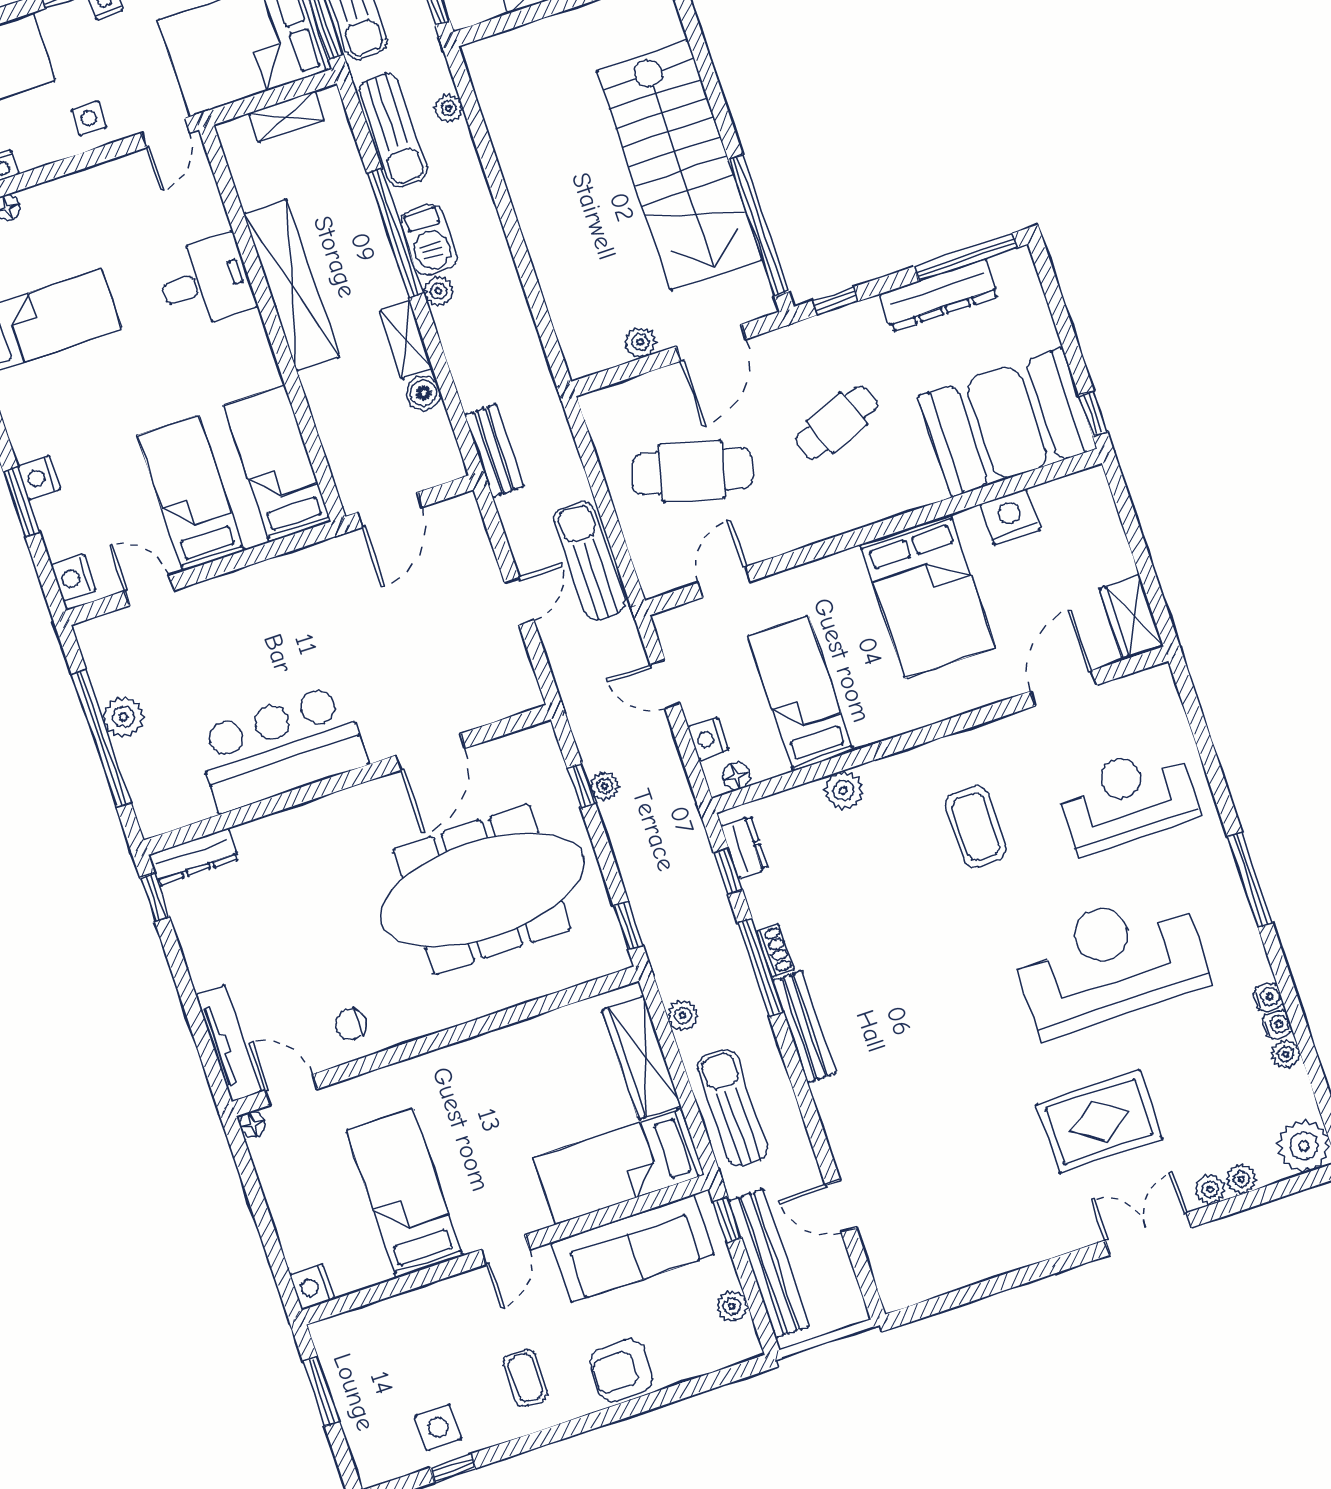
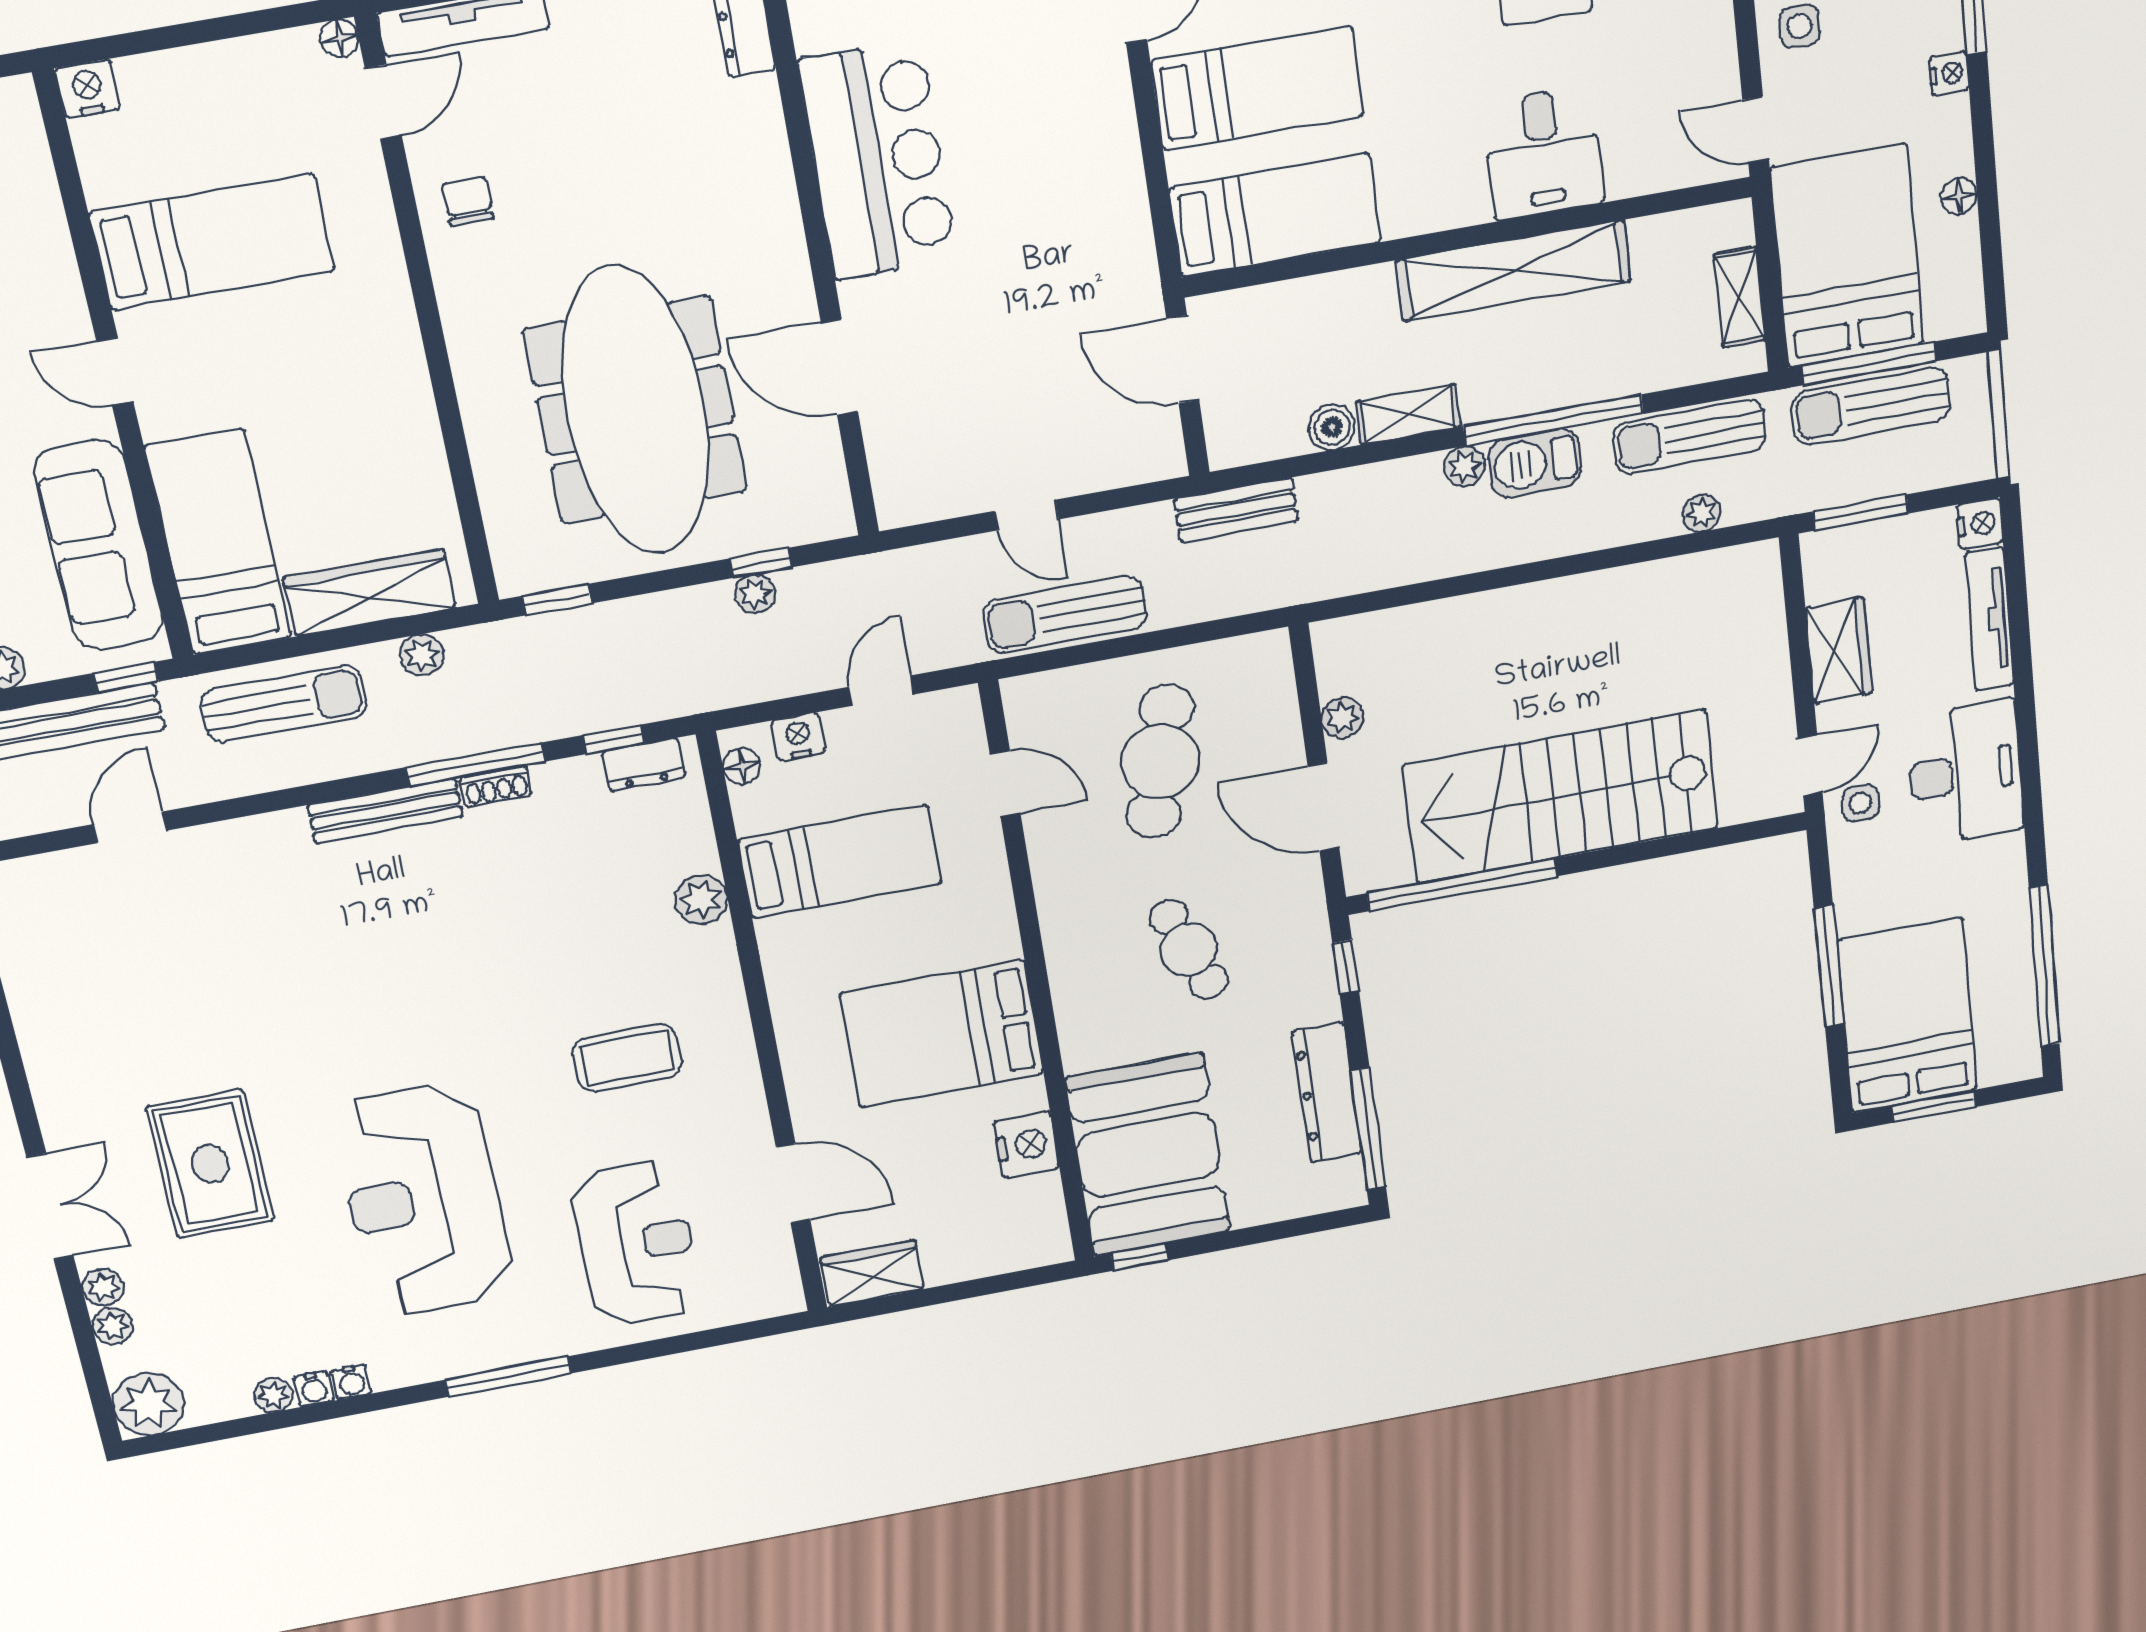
sun lounger: (589, 561) -> (1065, 614), turned 180
reception desk: (1110, 962) -> (424, 1200), turned 180

